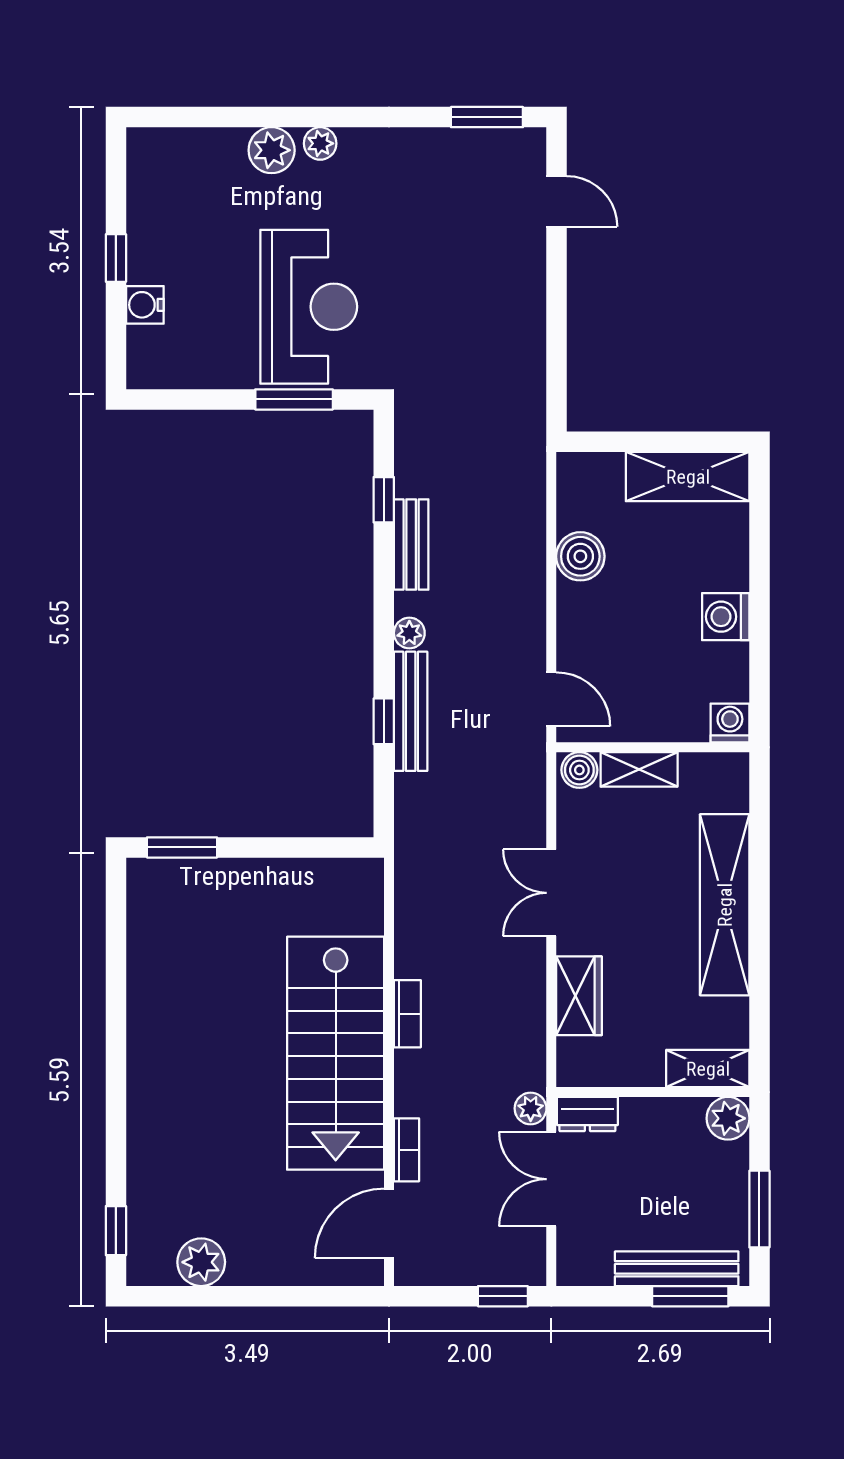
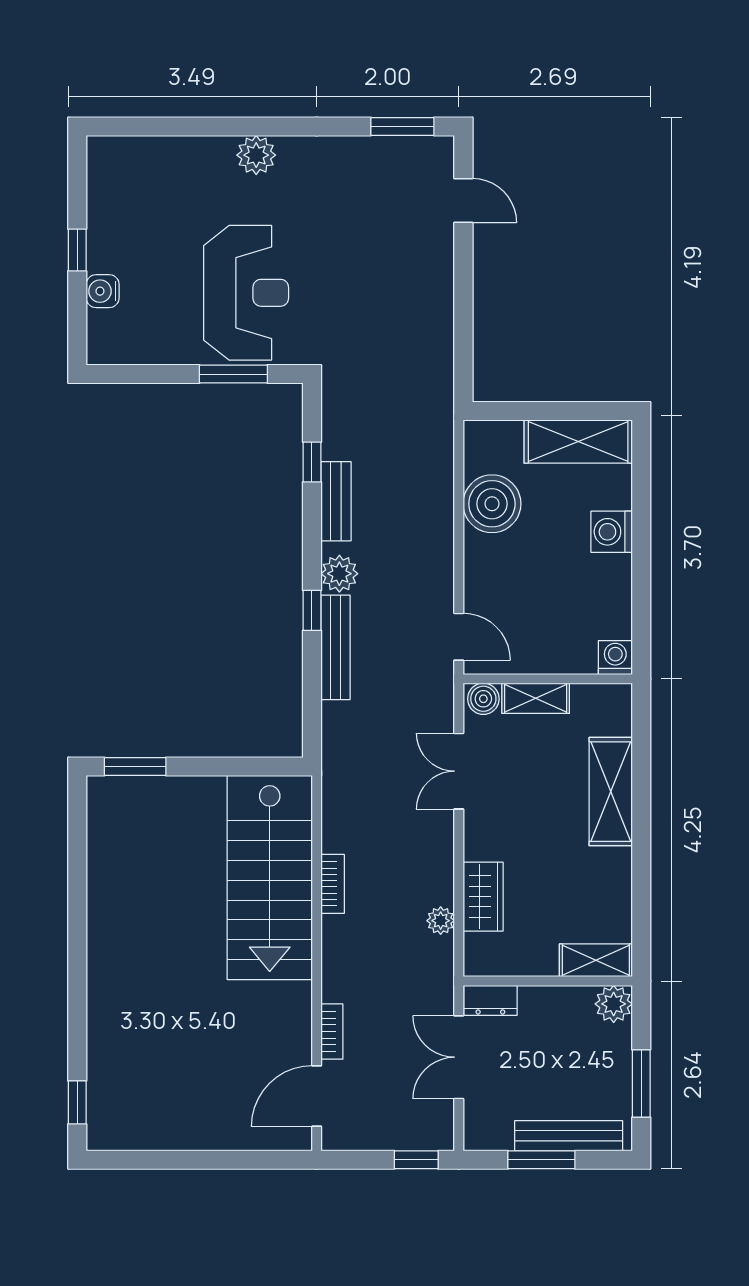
plant: (320, 143) -> (256, 155), width x1.38, depth x1.38
plant: (272, 150) -> (214, 156), removed
boiler: (580, 556) -> (492, 504), width x1.37, depth x1.37
washing machine: (726, 617) -> (612, 532), moved
plant: (409, 633) -> (339, 574), width x1.38, depth x1.38
window: (384, 721) -> (312, 610), moved
double door: (551, 893) -> (459, 771), moved
shelving: (725, 905) -> (611, 792), width x0.68
bookcase: (407, 1014) -> (333, 884), moved
stairs: (336, 1053) -> (270, 878), moved
plant: (531, 1108) -> (441, 921), moved
plant: (201, 1262) -> (152, 1130), removed
window: (690, 1296) -> (541, 1160), moved

